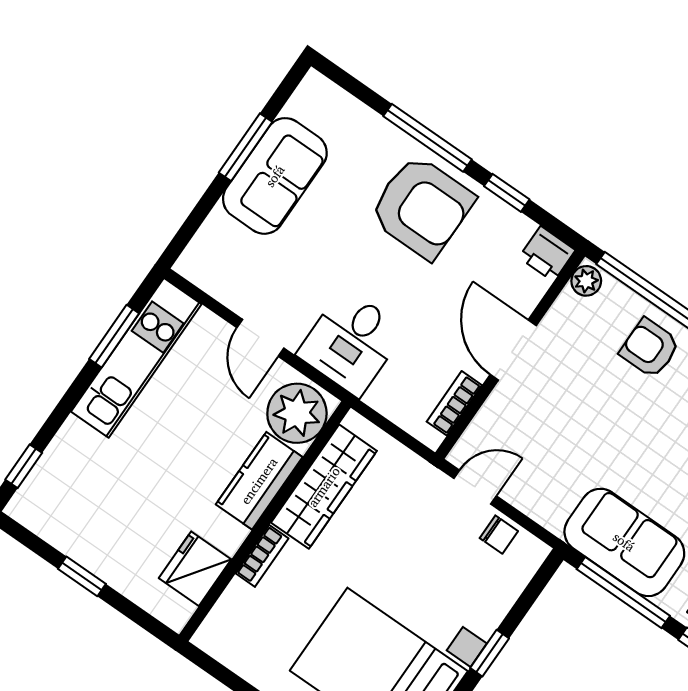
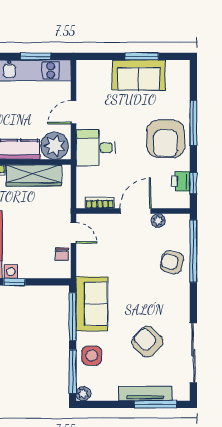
window: (507, 193) -> (193, 183), moved
printer: (547, 254) -> (181, 181), moved
plant: (586, 281) -> (158, 221), moved
armchair: (650, 348) -> (172, 262), turned -76

